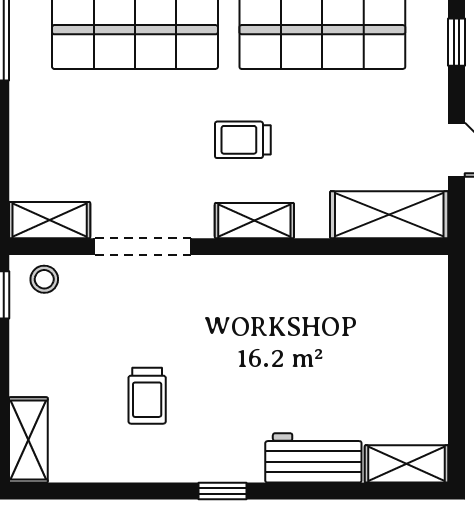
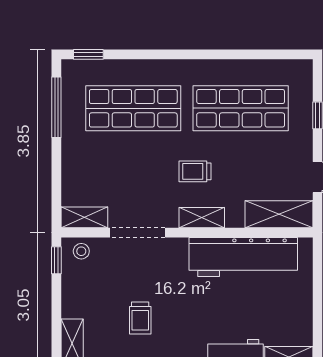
workbench: (327, 289) -> (243, 257), added

